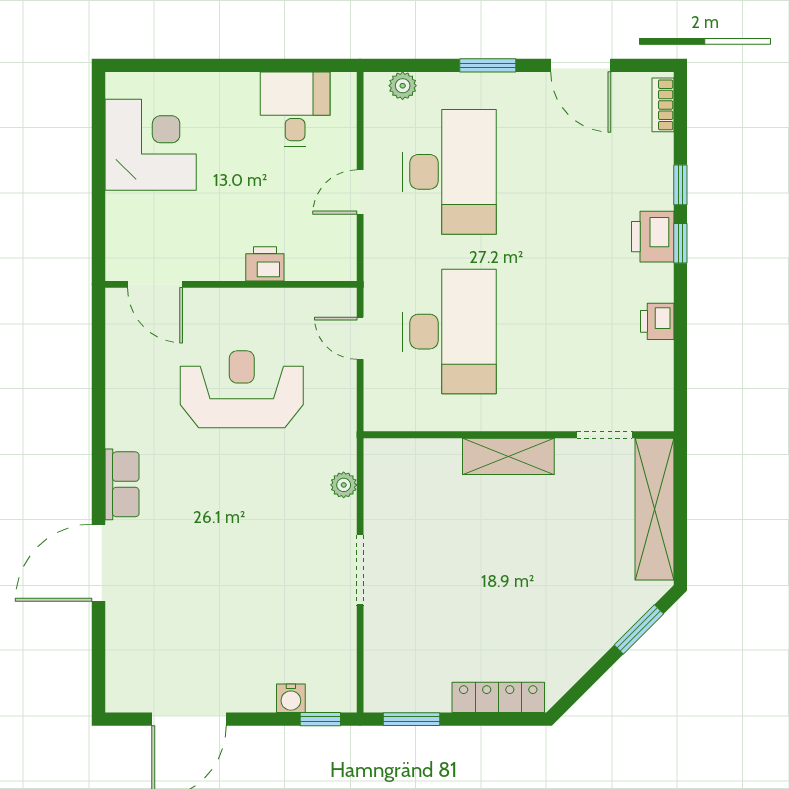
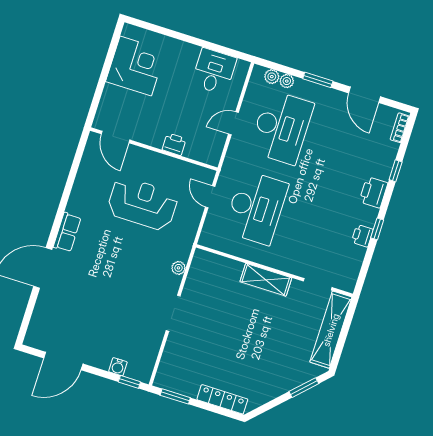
plant: (432, 85) -> (287, 81), added
window: (680, 243) -> (377, 229), moved

